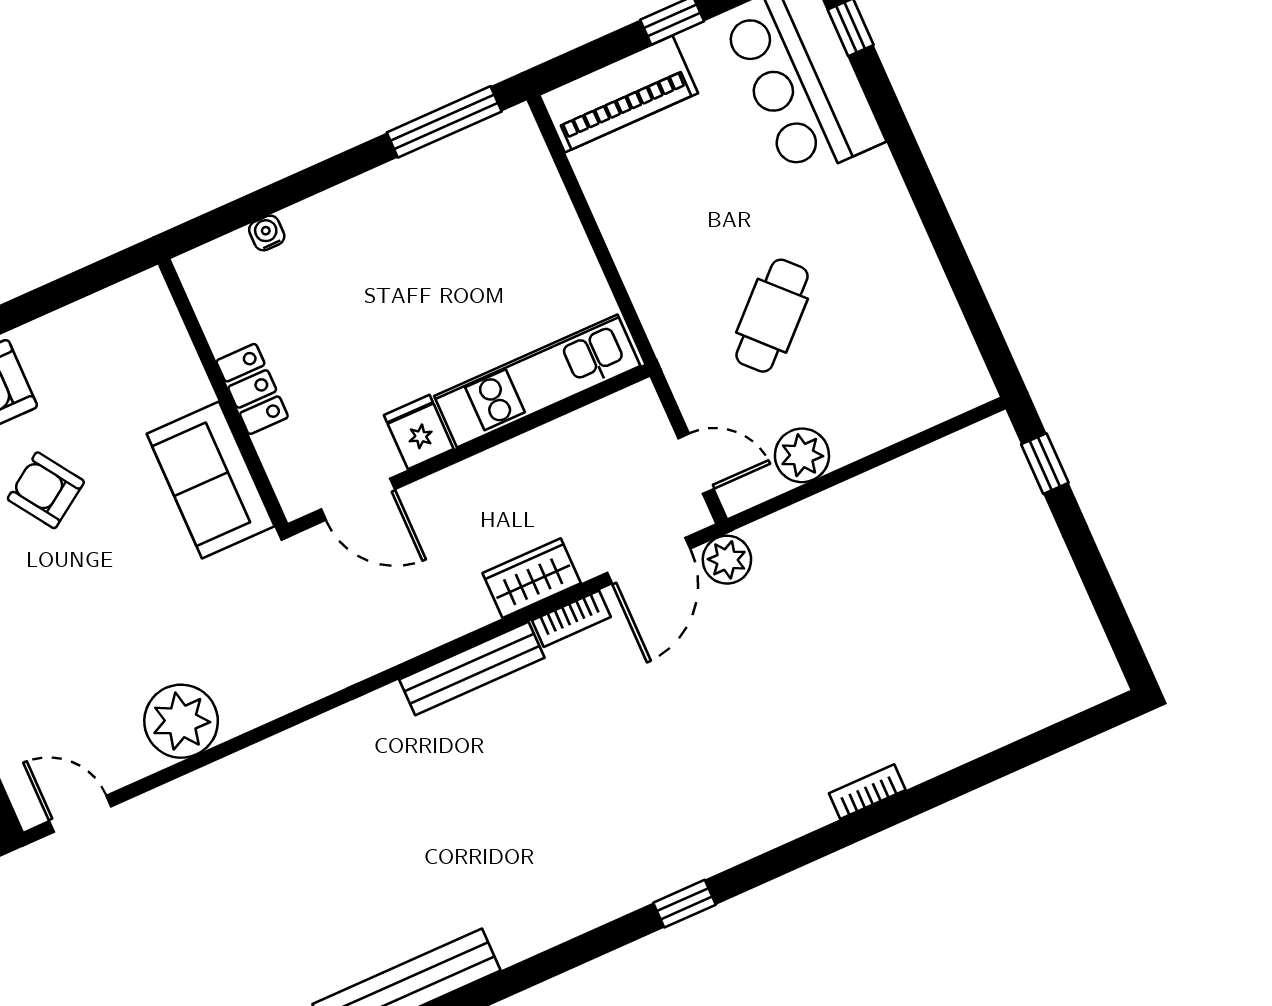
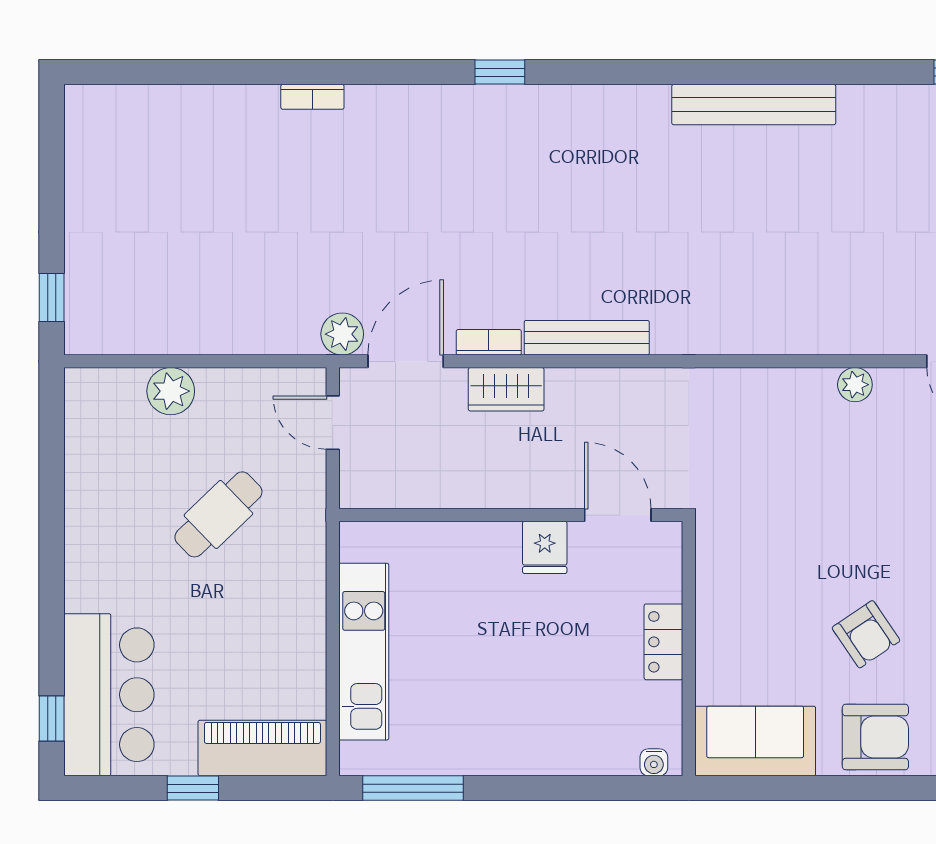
water cooler: (267, 233) -> (654, 762), moved
kitchen unit: (537, 381) -> (364, 652), moved, turned -90
plant: (802, 455) -> (171, 391), moved
sofa: (211, 480) -> (755, 741), moved, turned -90
plant: (181, 721) -> (855, 385), width x0.53, depth x0.53

